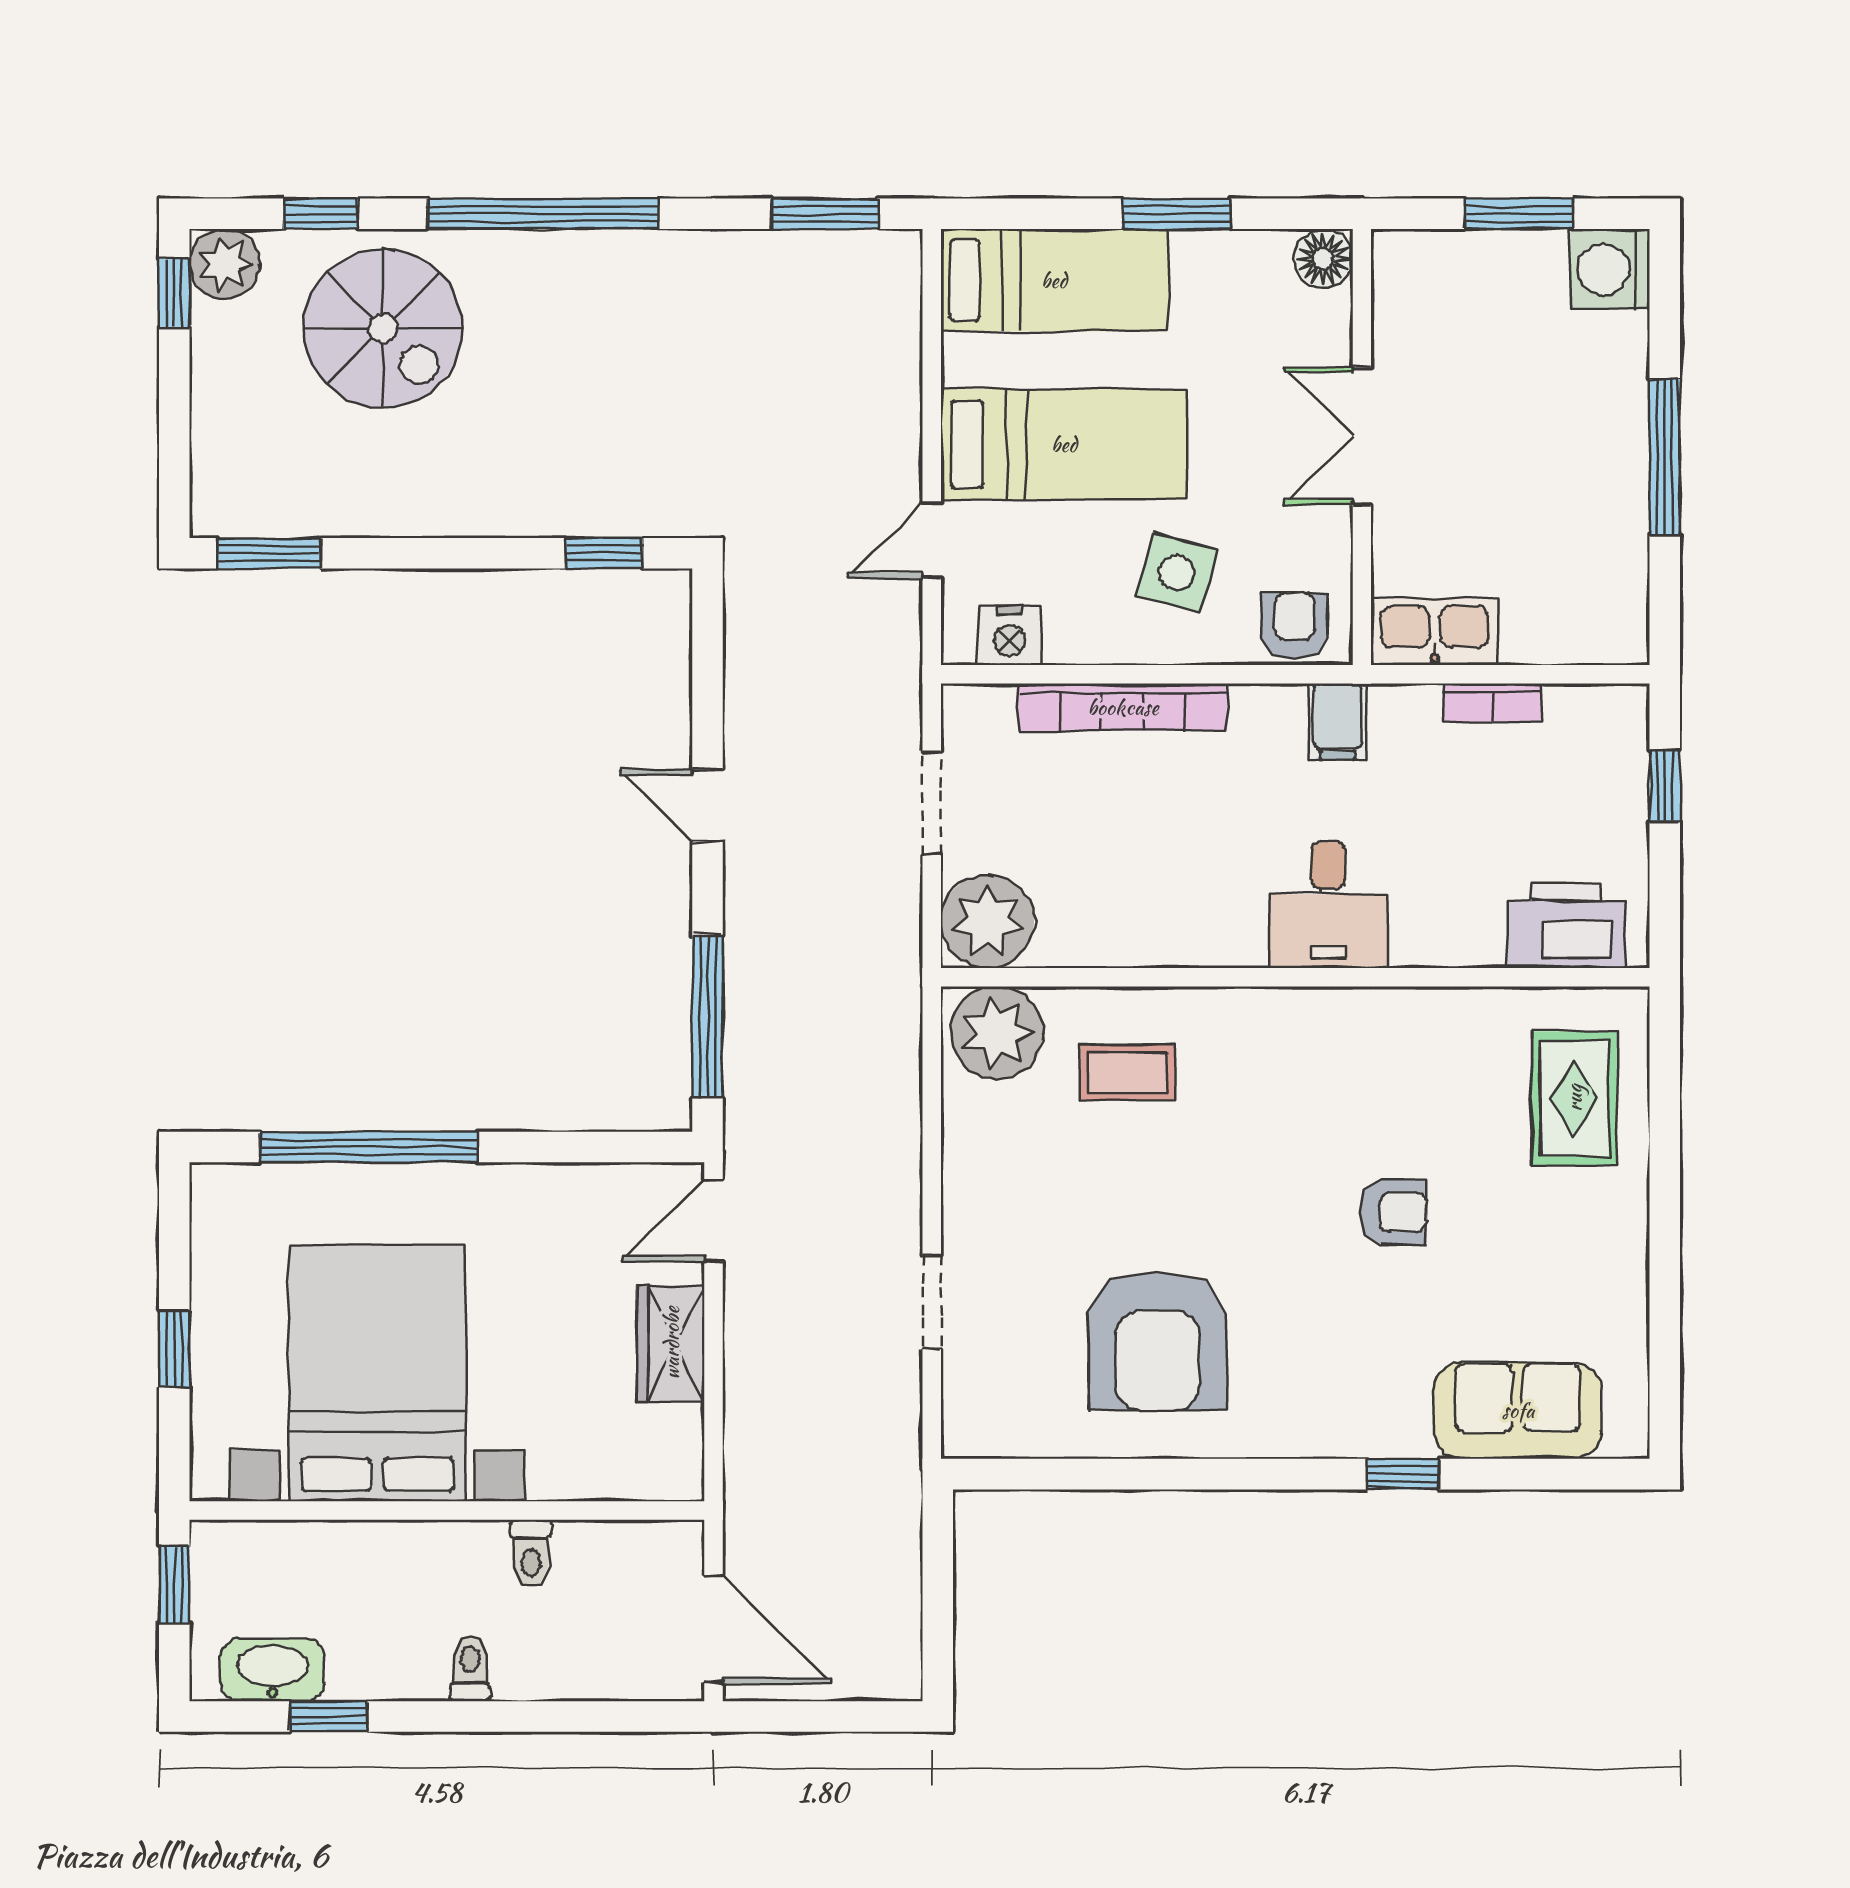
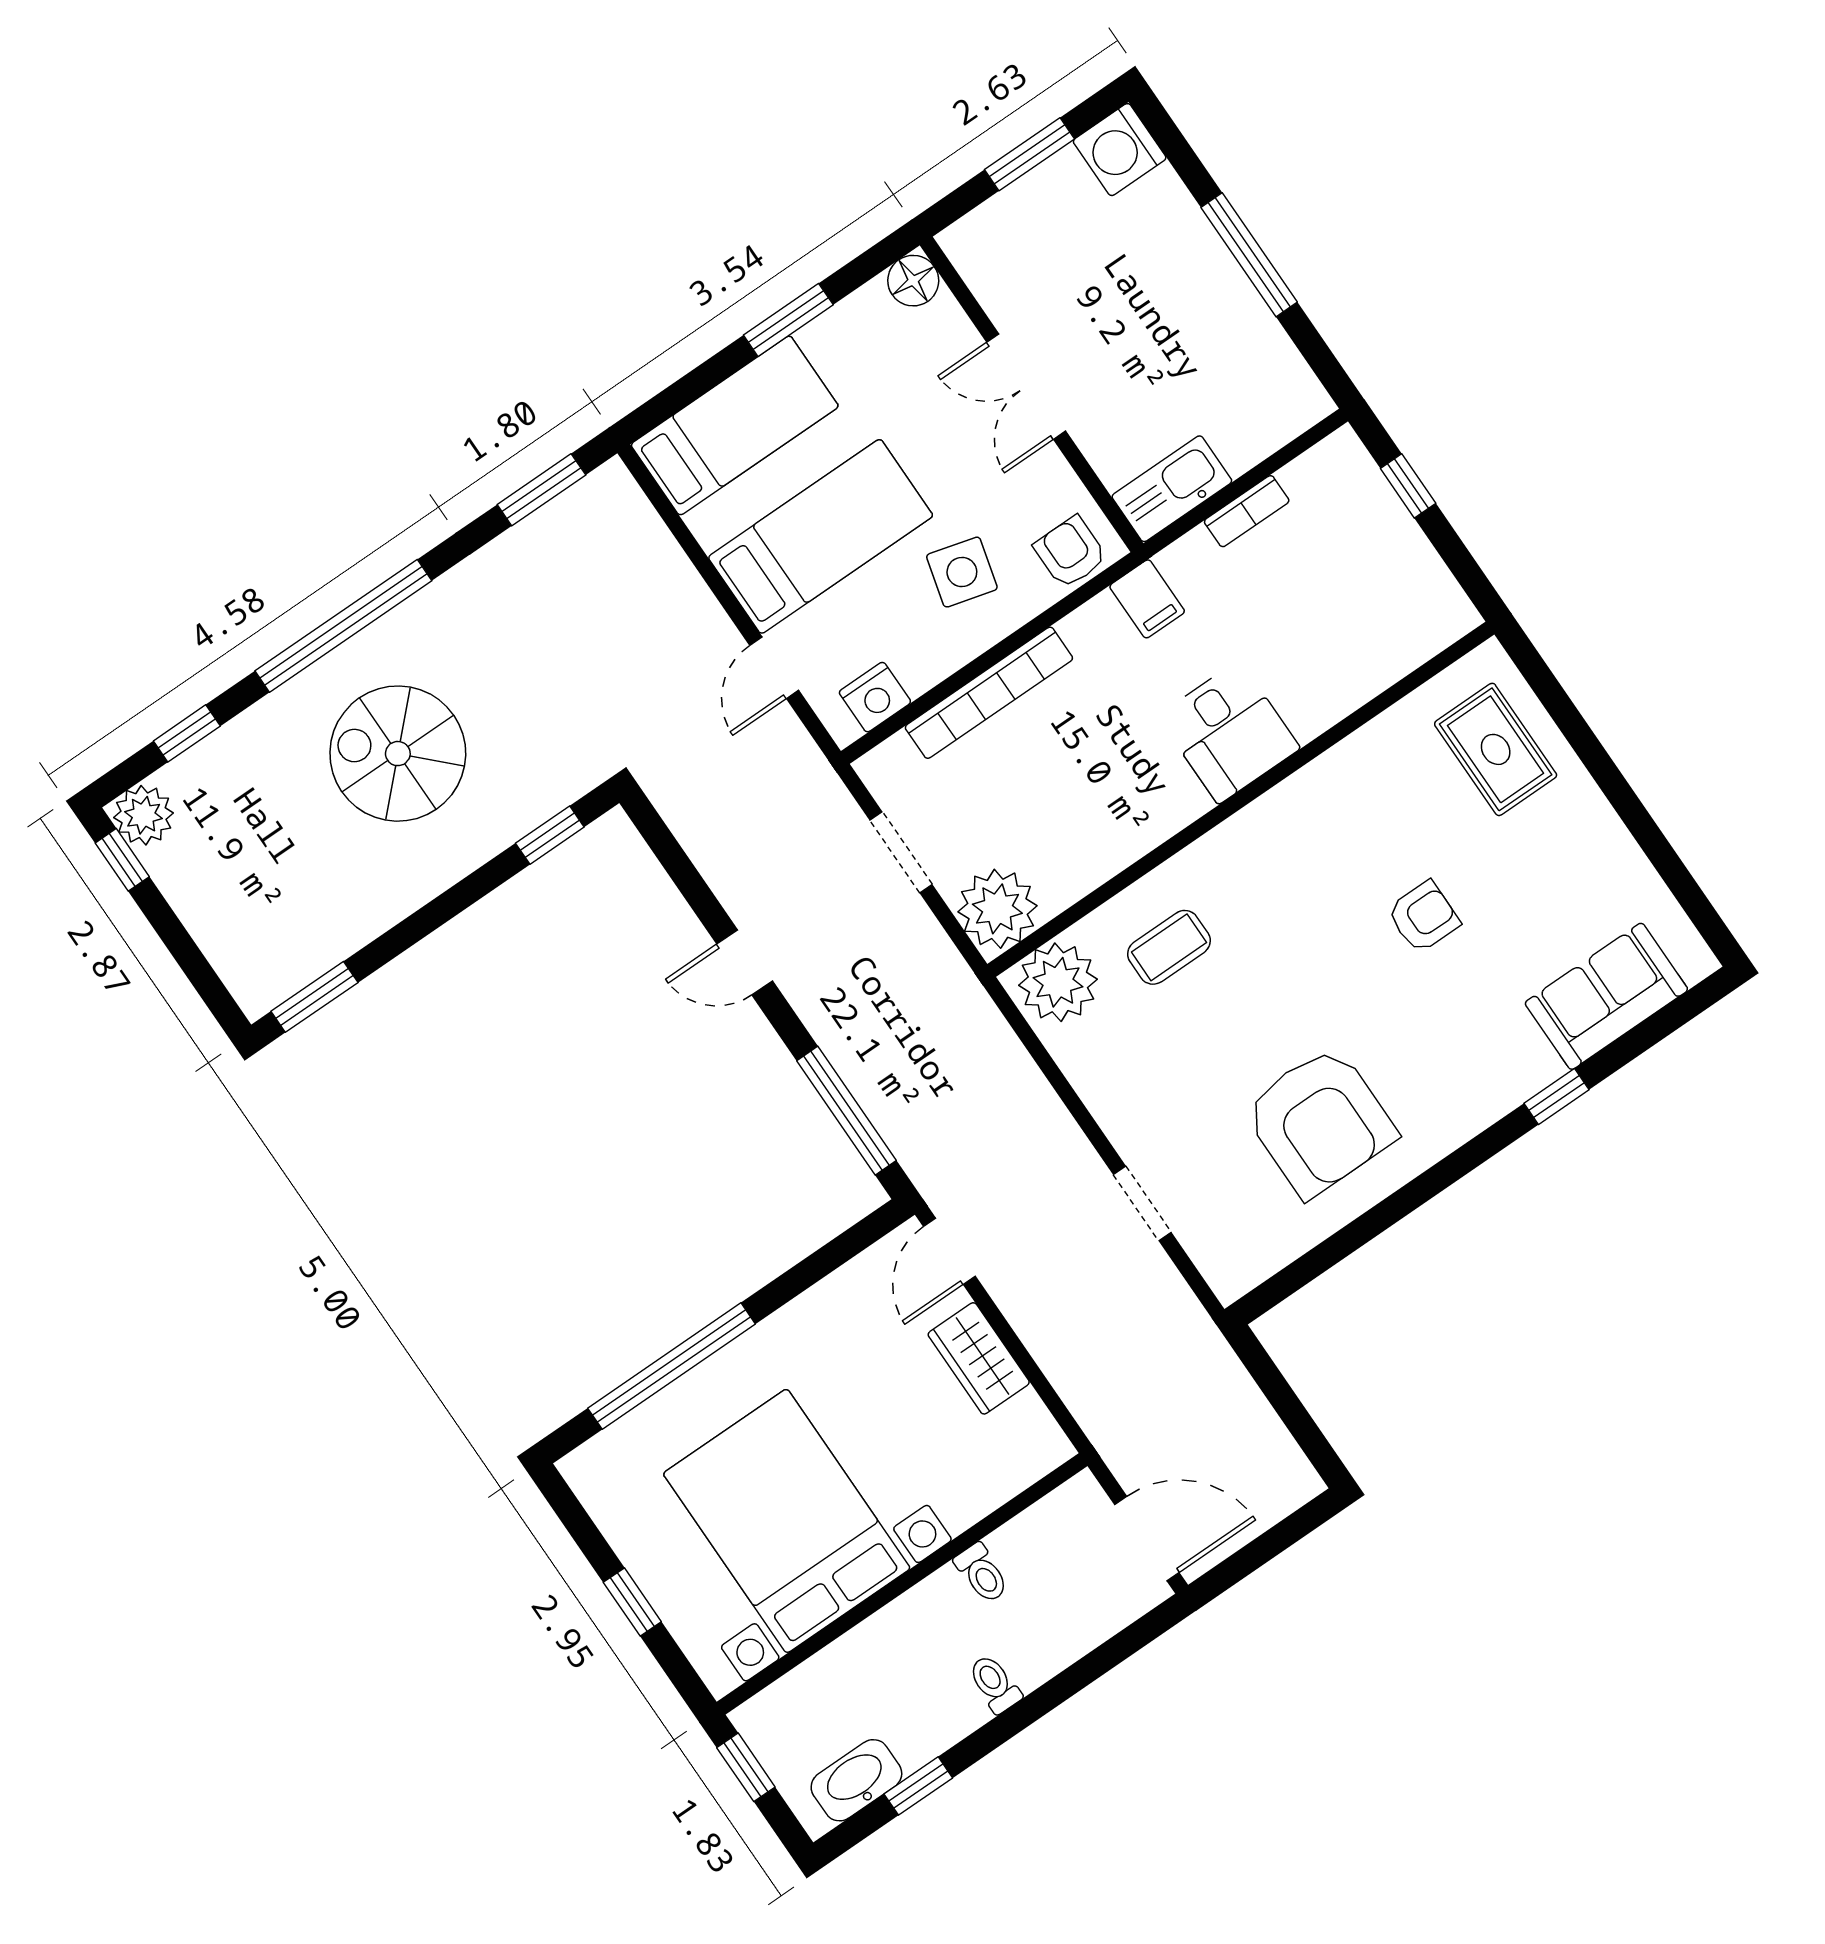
spiral stairs: (383, 328) -> (398, 754), moved, turned 180
printer: (1566, 926) -> (1407, 632), removed

